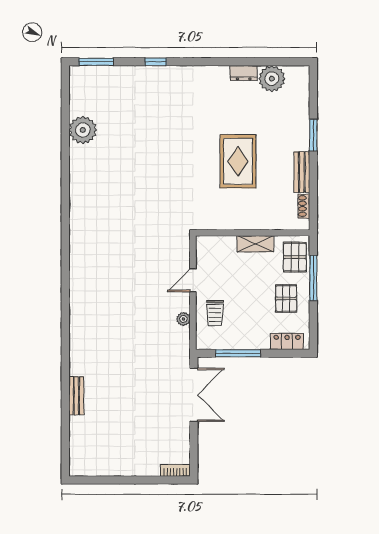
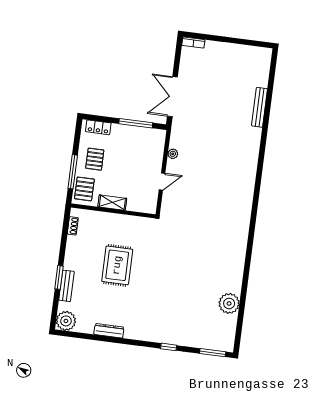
dresser: (244, 73) -> (109, 331), width x1.44
plant: (272, 79) -> (66, 321), moved
bench: (302, 172) -> (66, 286), moved
trolley: (215, 313) -> (149, 155), removed
bench: (76, 396) -> (260, 107), width x1.36

